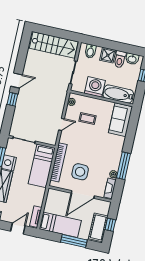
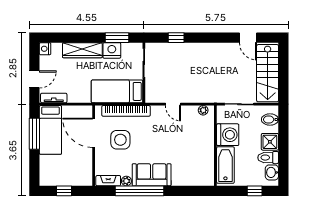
door: (17, 81) -> (248, 38), moved
window: (12, 99) -> (176, 38), moved
coffee table: (88, 119) -> (187, 134), removed
sofa: (120, 120) -> (152, 175), moved
window: (123, 166) -> (140, 191), width x1.46
door: (83, 194) -> (94, 133), moved
cot: (98, 227) -> (58, 177), removed
door: (18, 228) -> (34, 79), hinge flipped
window: (74, 241) -> (34, 134), moved

